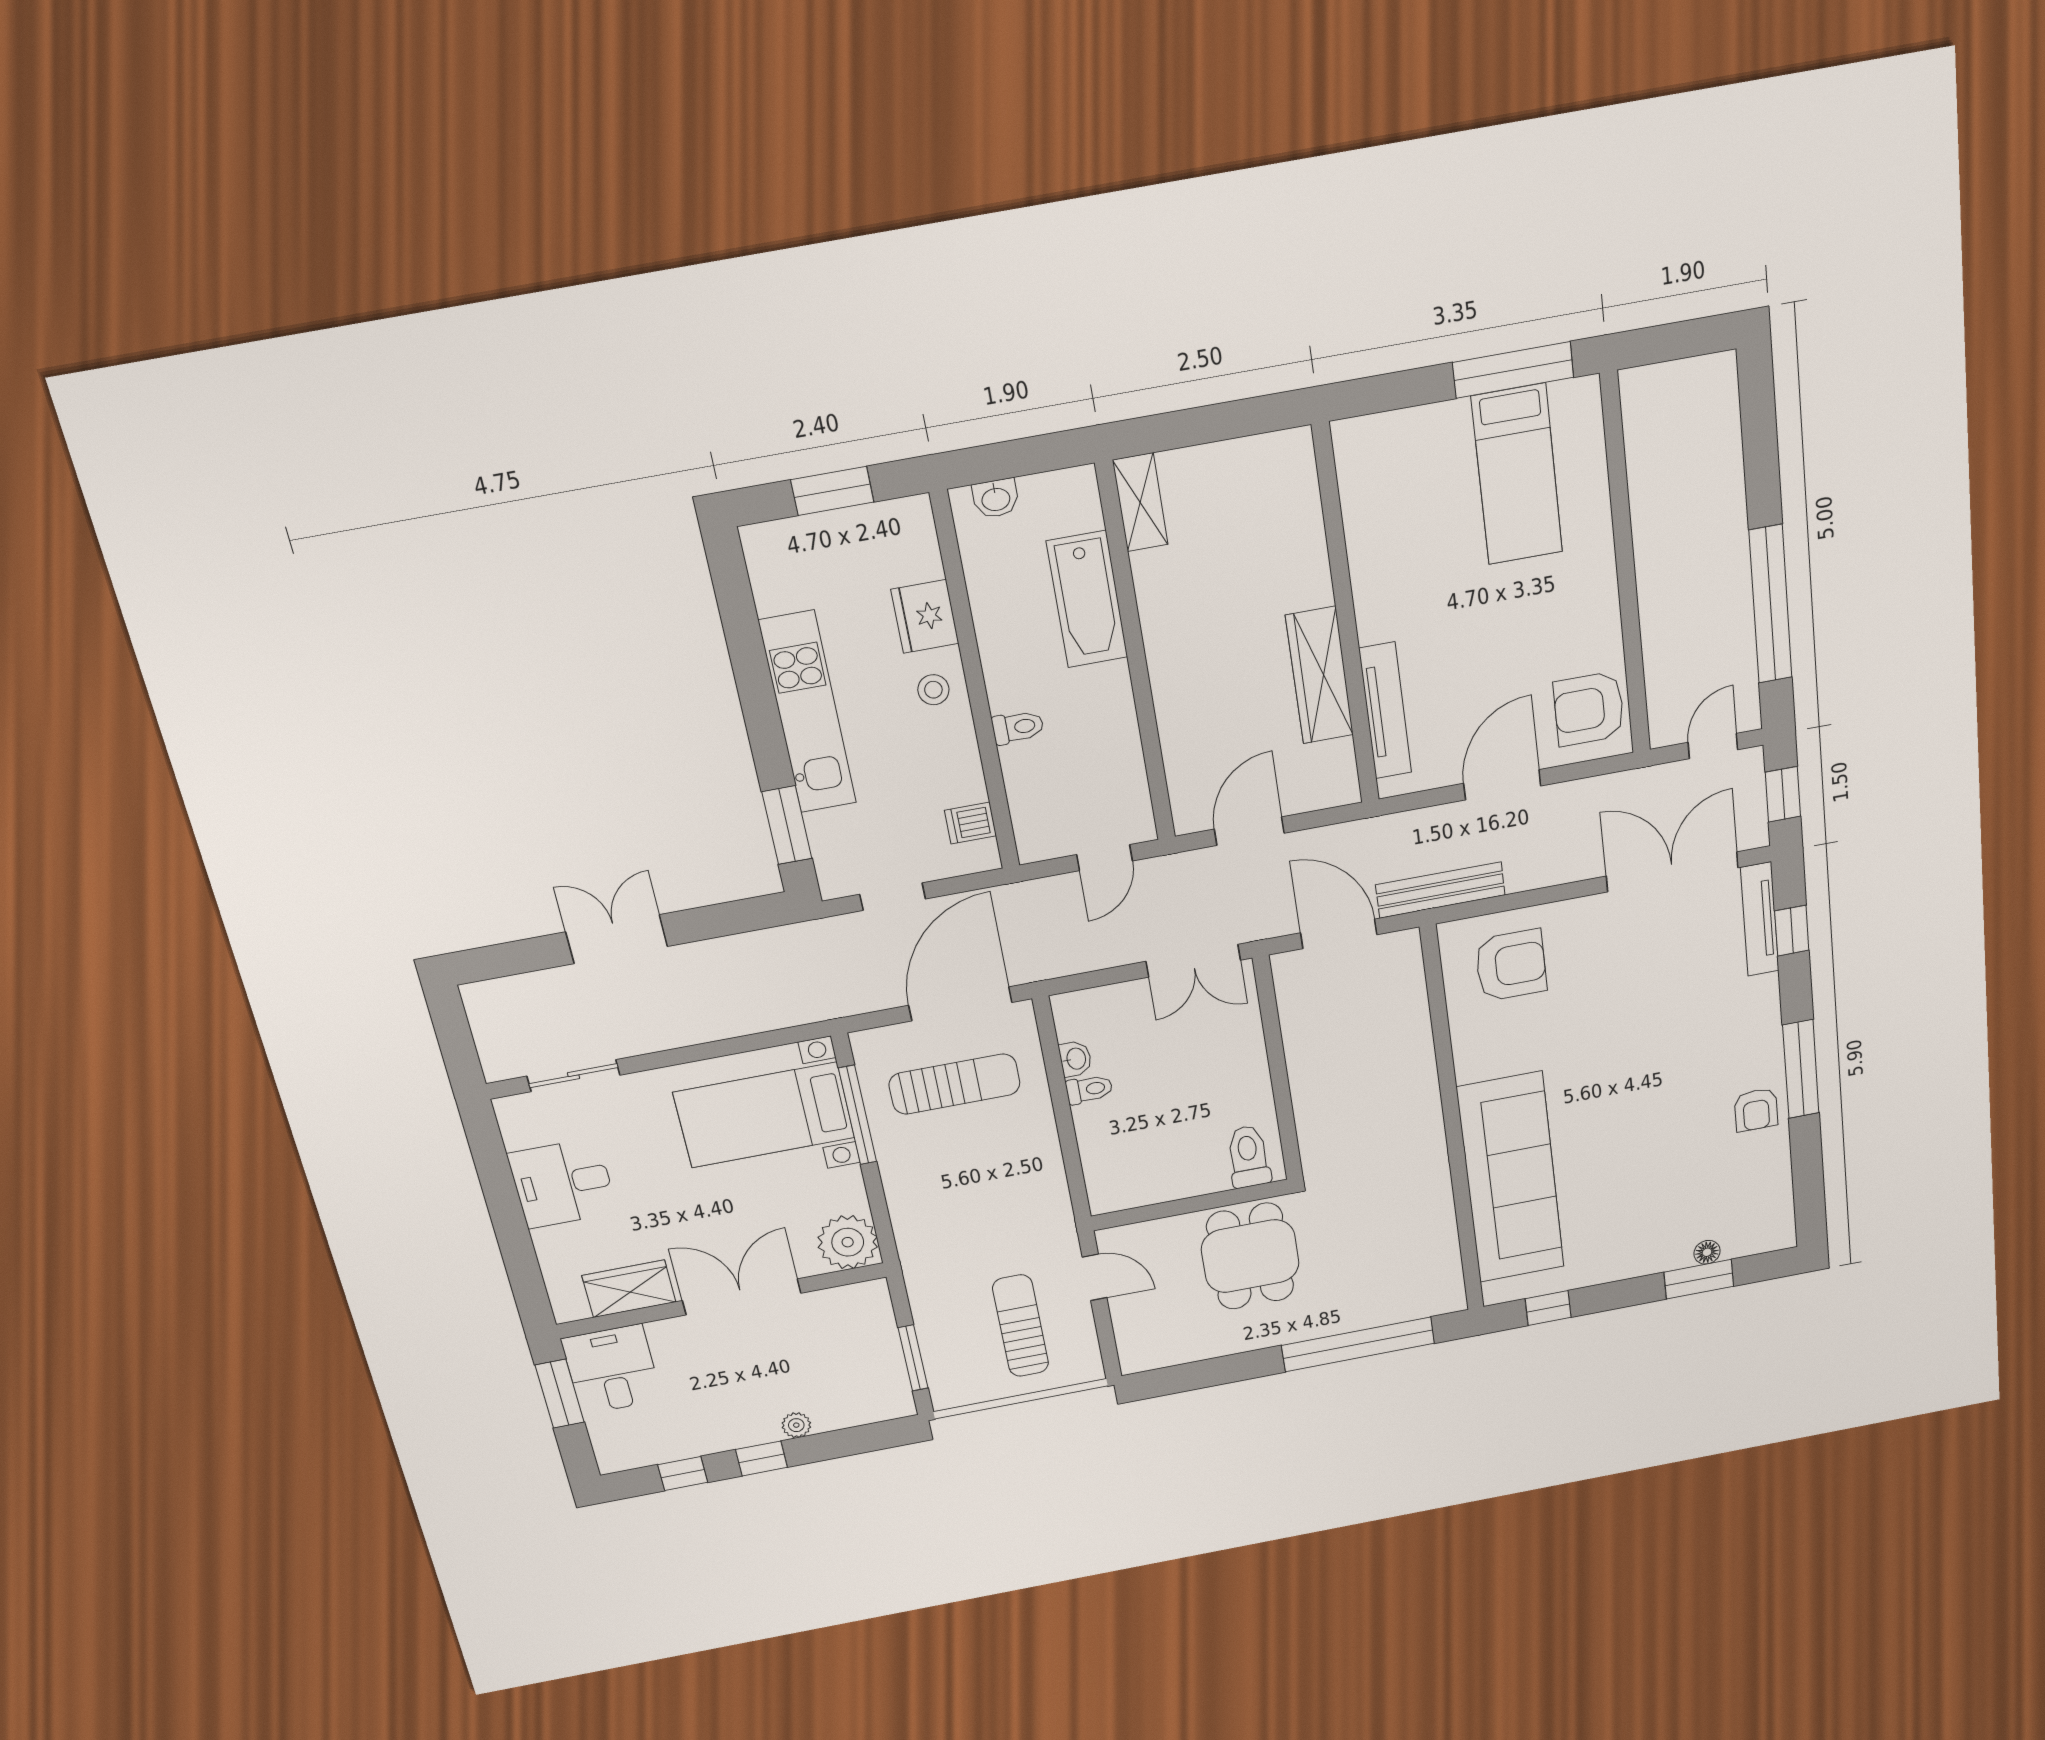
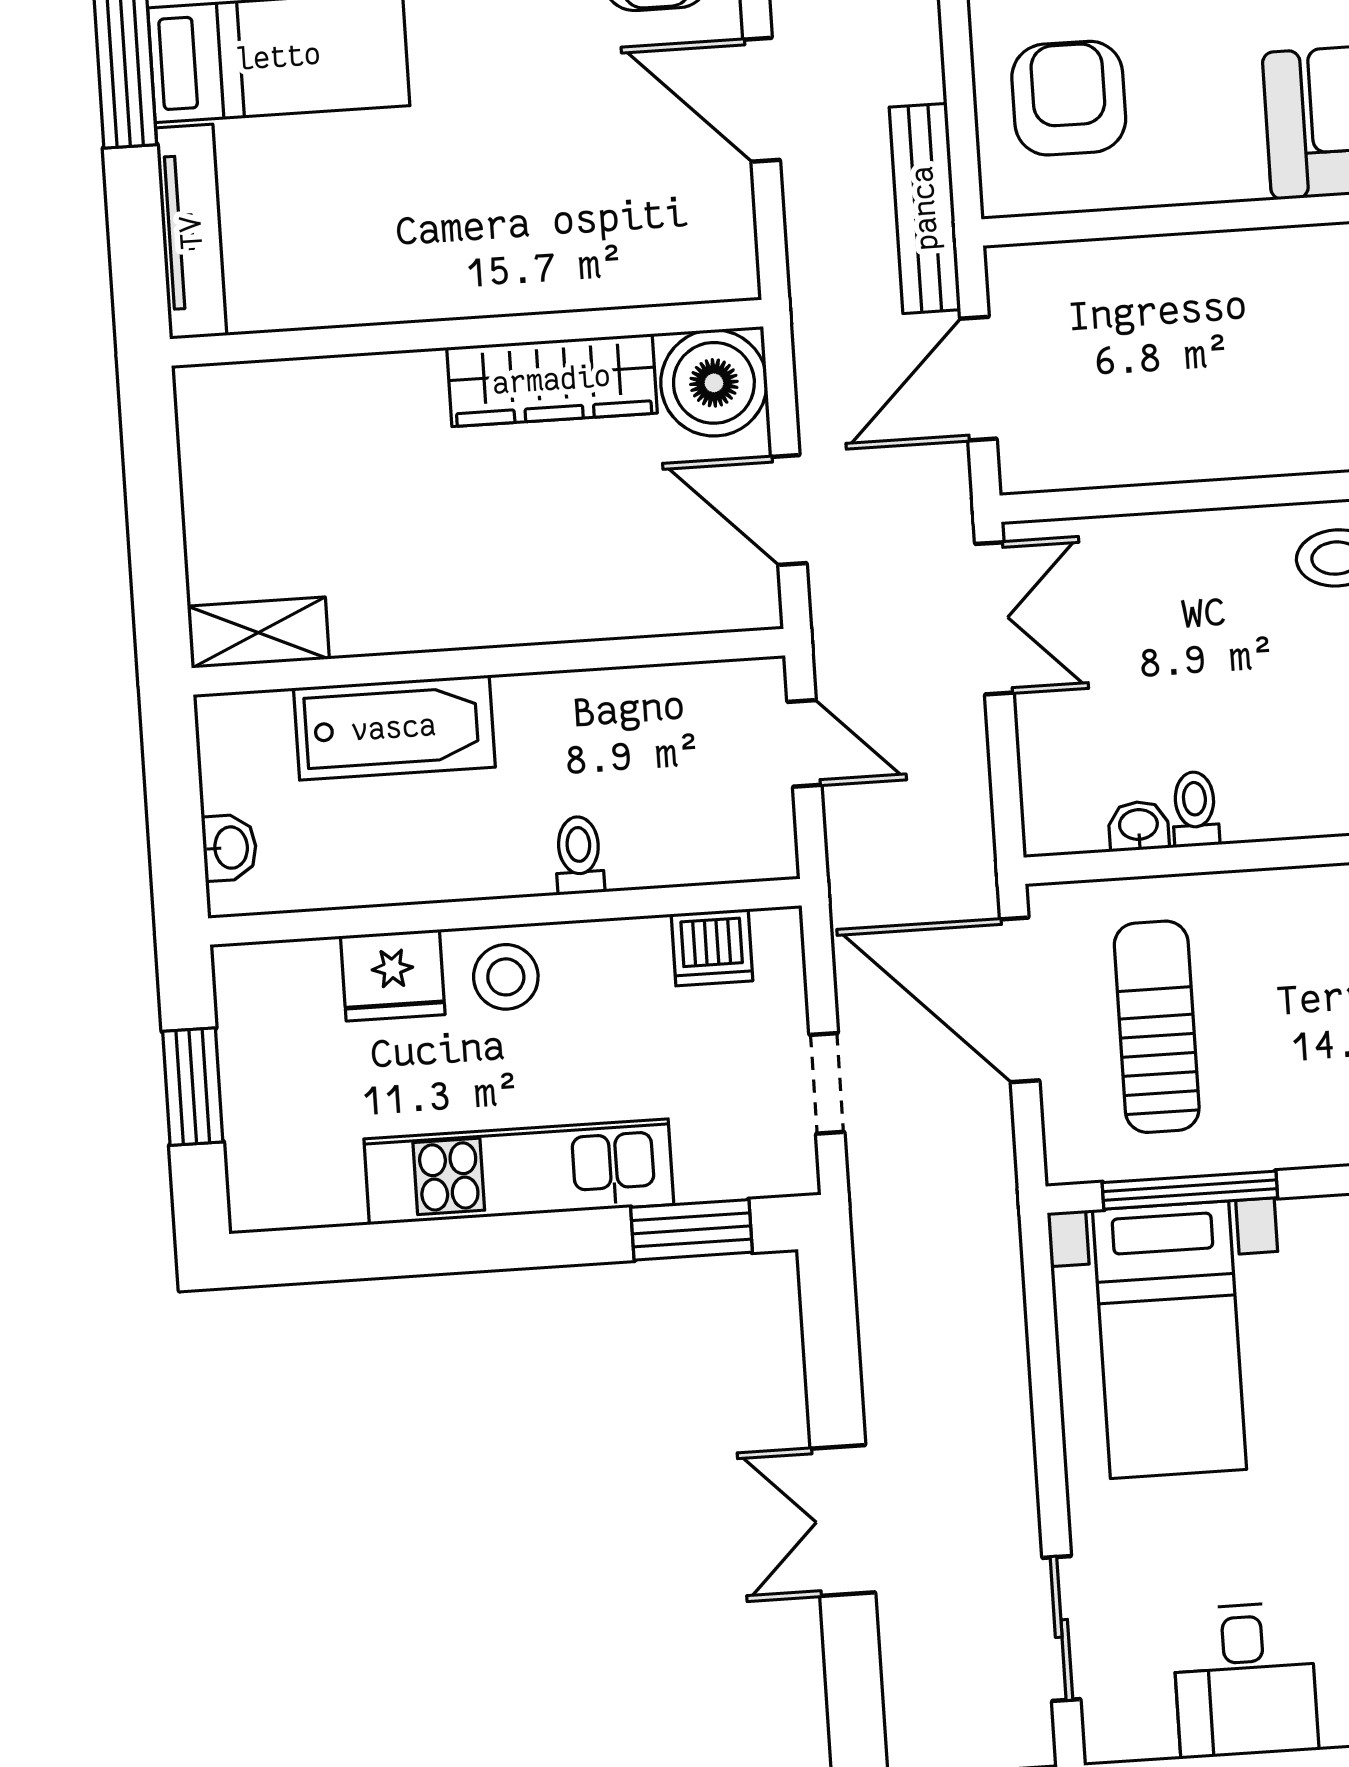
stool: (933, 690) -> (506, 977), width x1.37, depth x1.37
tv unit: (1385, 711) -> (191, 232), moved, turned 90
boiler: (1325, 776) -> (714, 383), added
dishwasher: (970, 823) -> (712, 947), width x1.38

